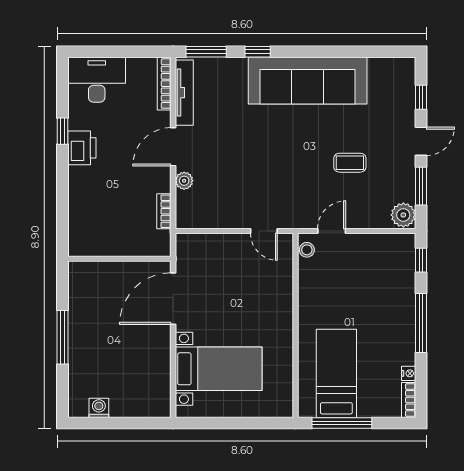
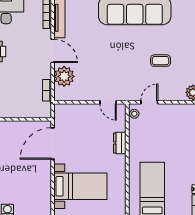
door: (173, 147) -> (53, 51), swing flipped
plant: (184, 181) -> (64, 76), width x1.87, depth x1.87
dresser: (283, 298) -> (120, 143), added

